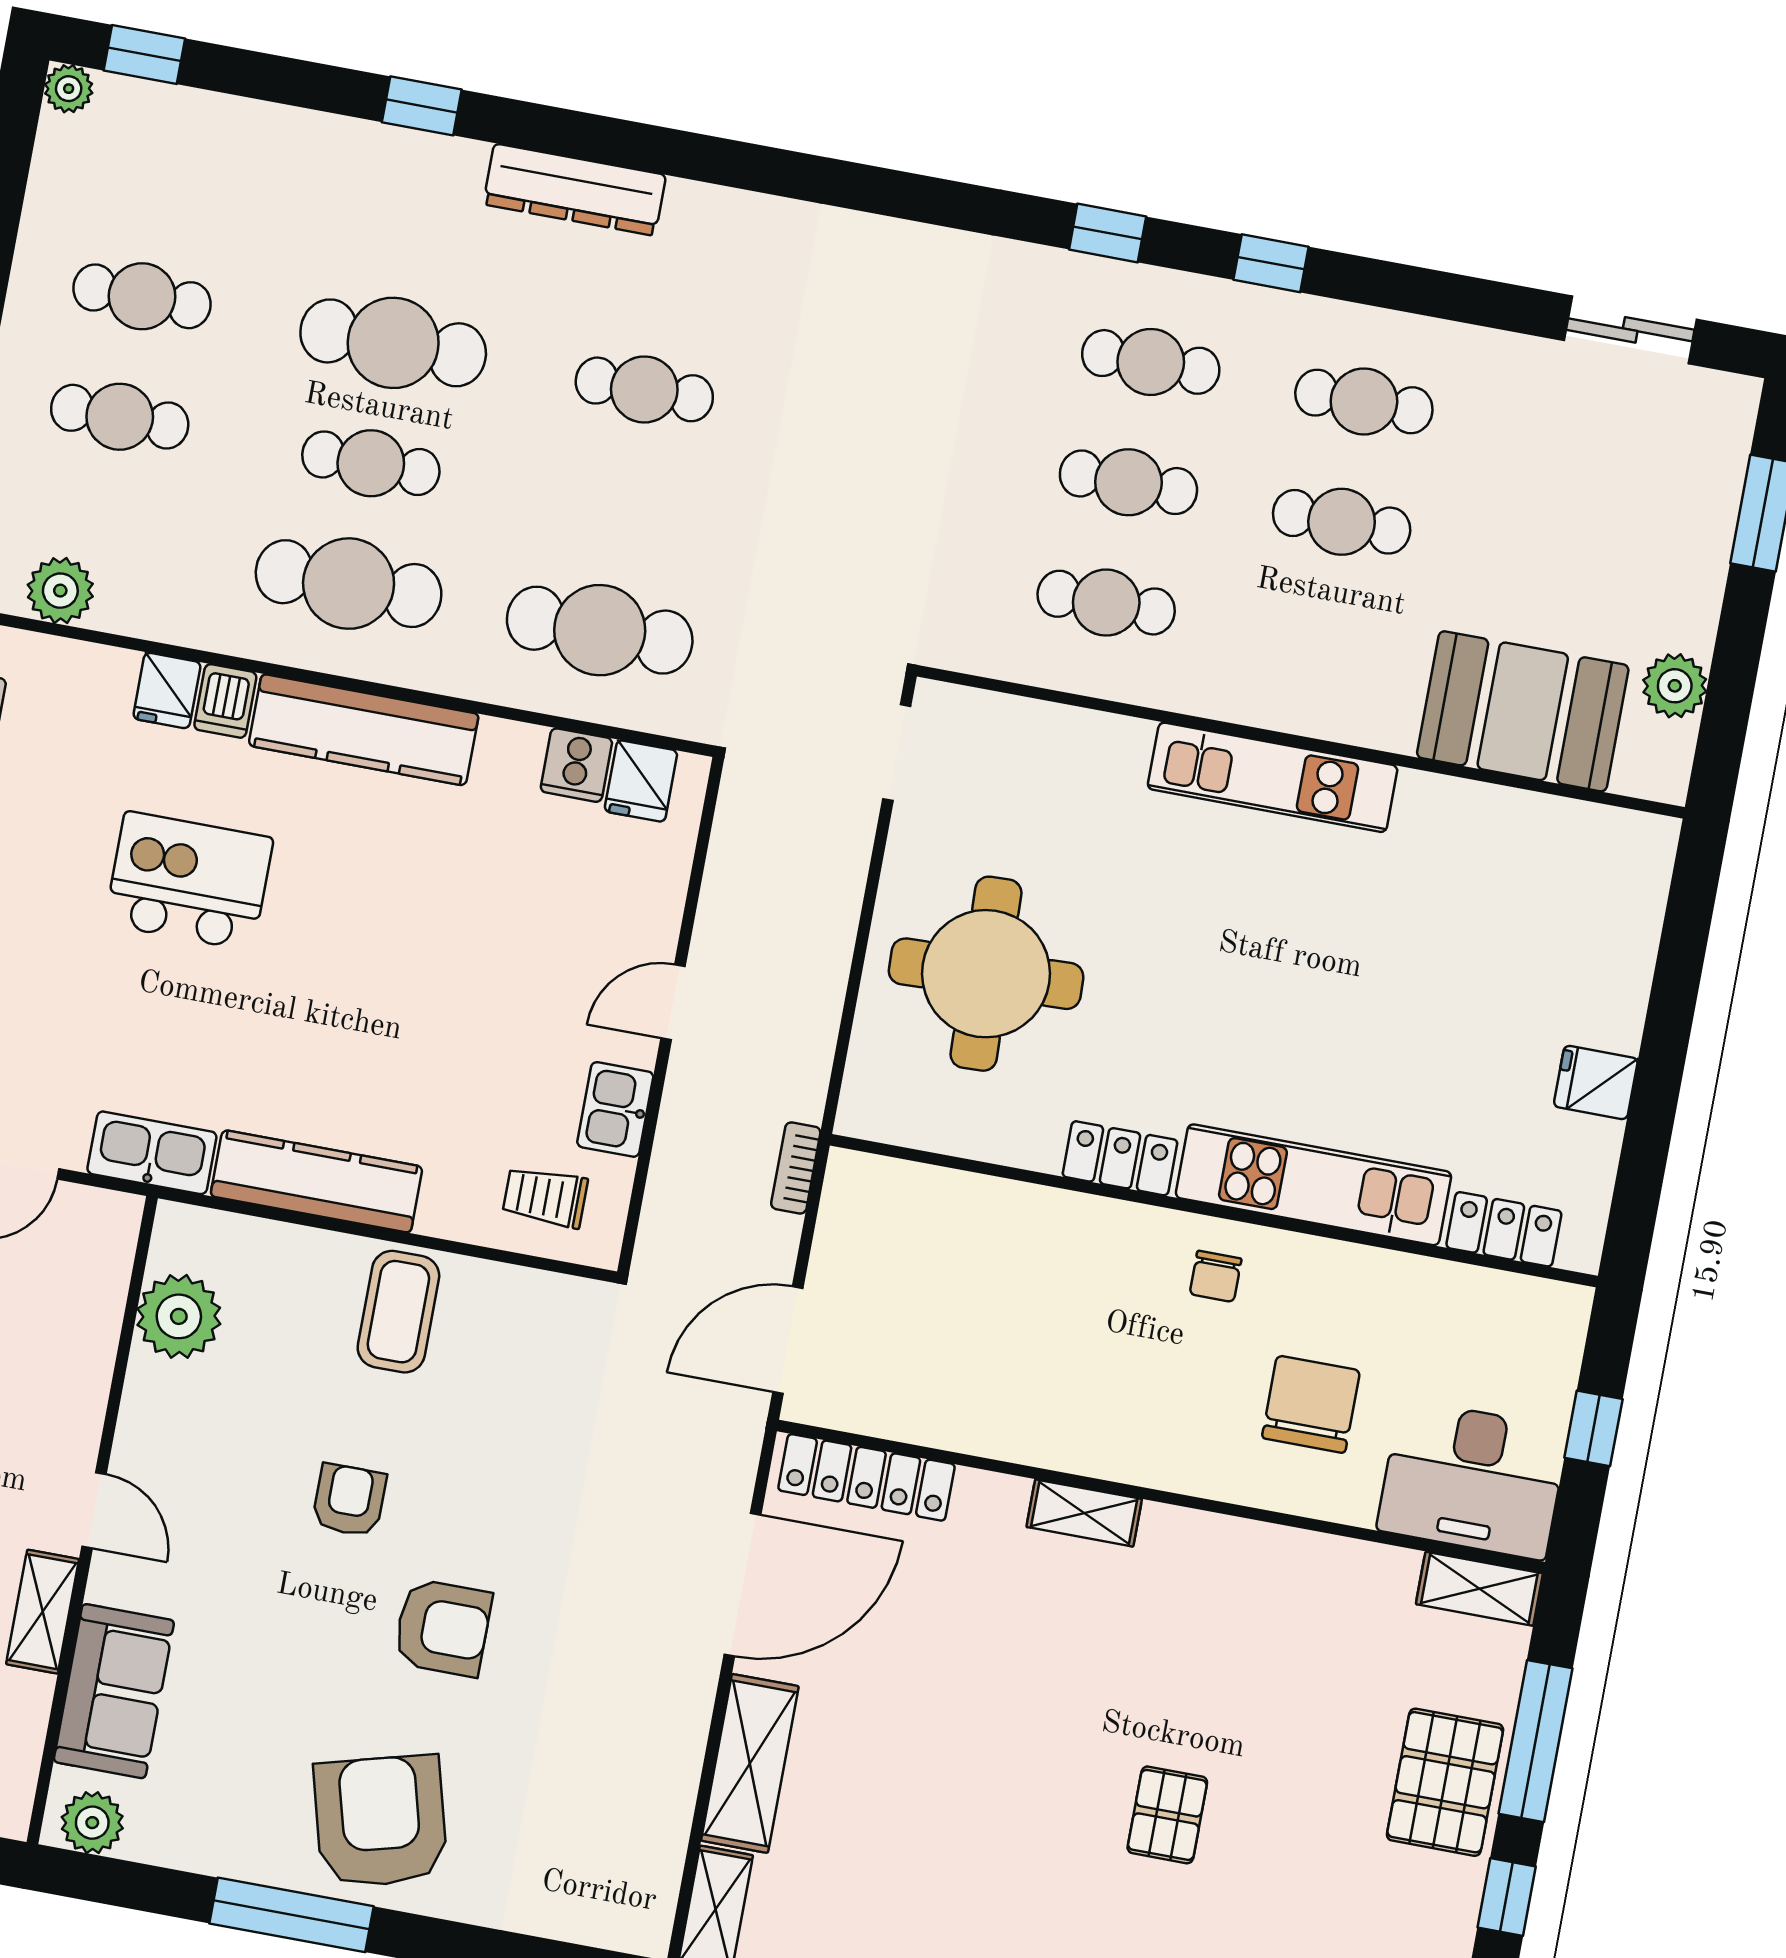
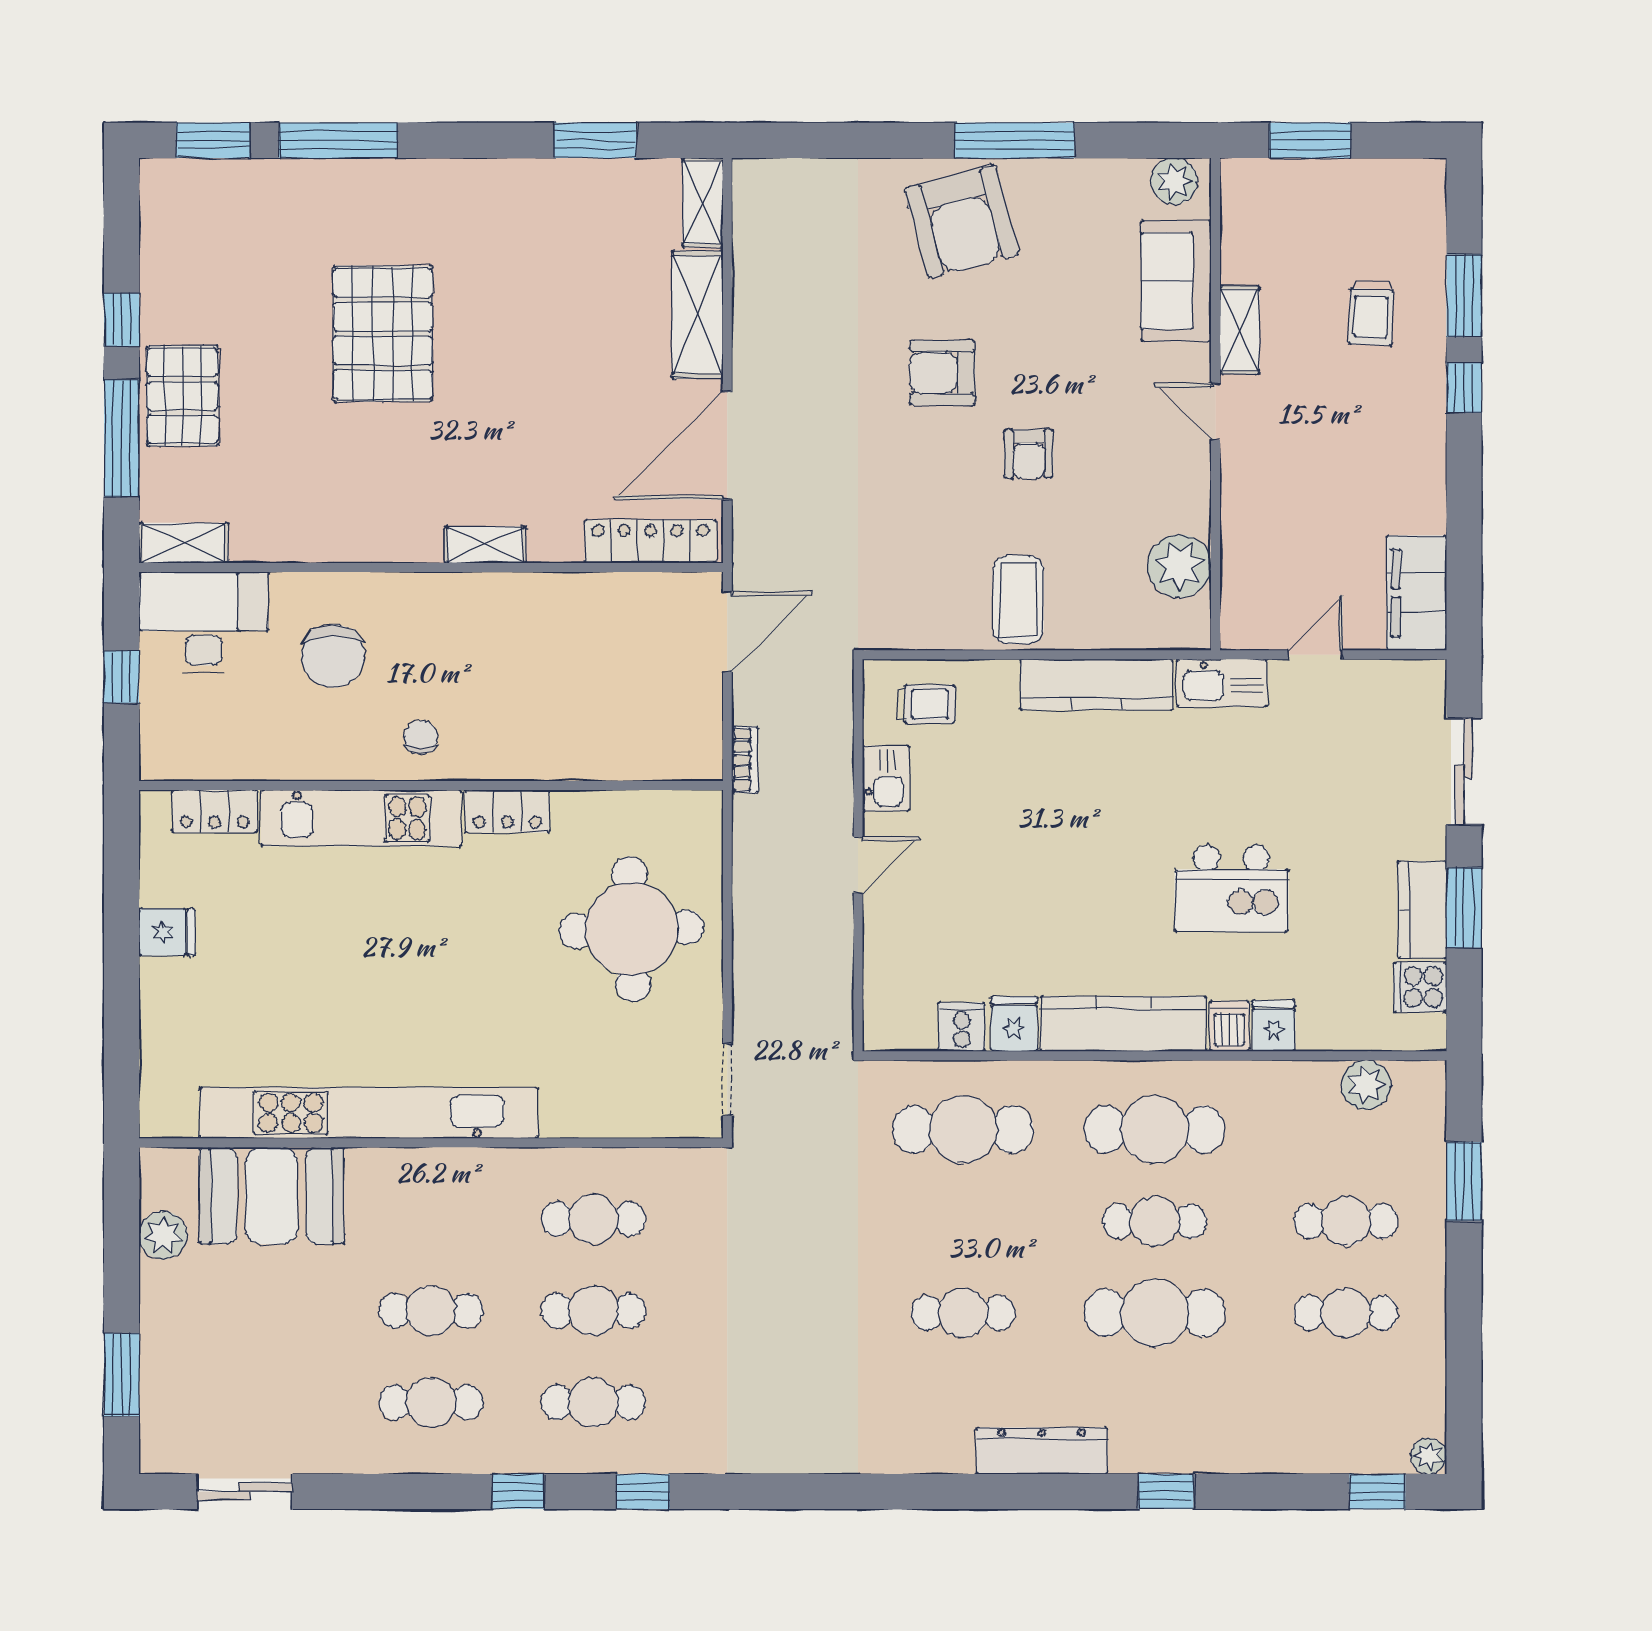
kitchen unit: (1273, 777) -> (369, 1113), width x1.86
fridge: (641, 781) -> (1014, 1024), moved
pallet: (1167, 1815) -> (383, 334), width x2.05, depth x2.00

